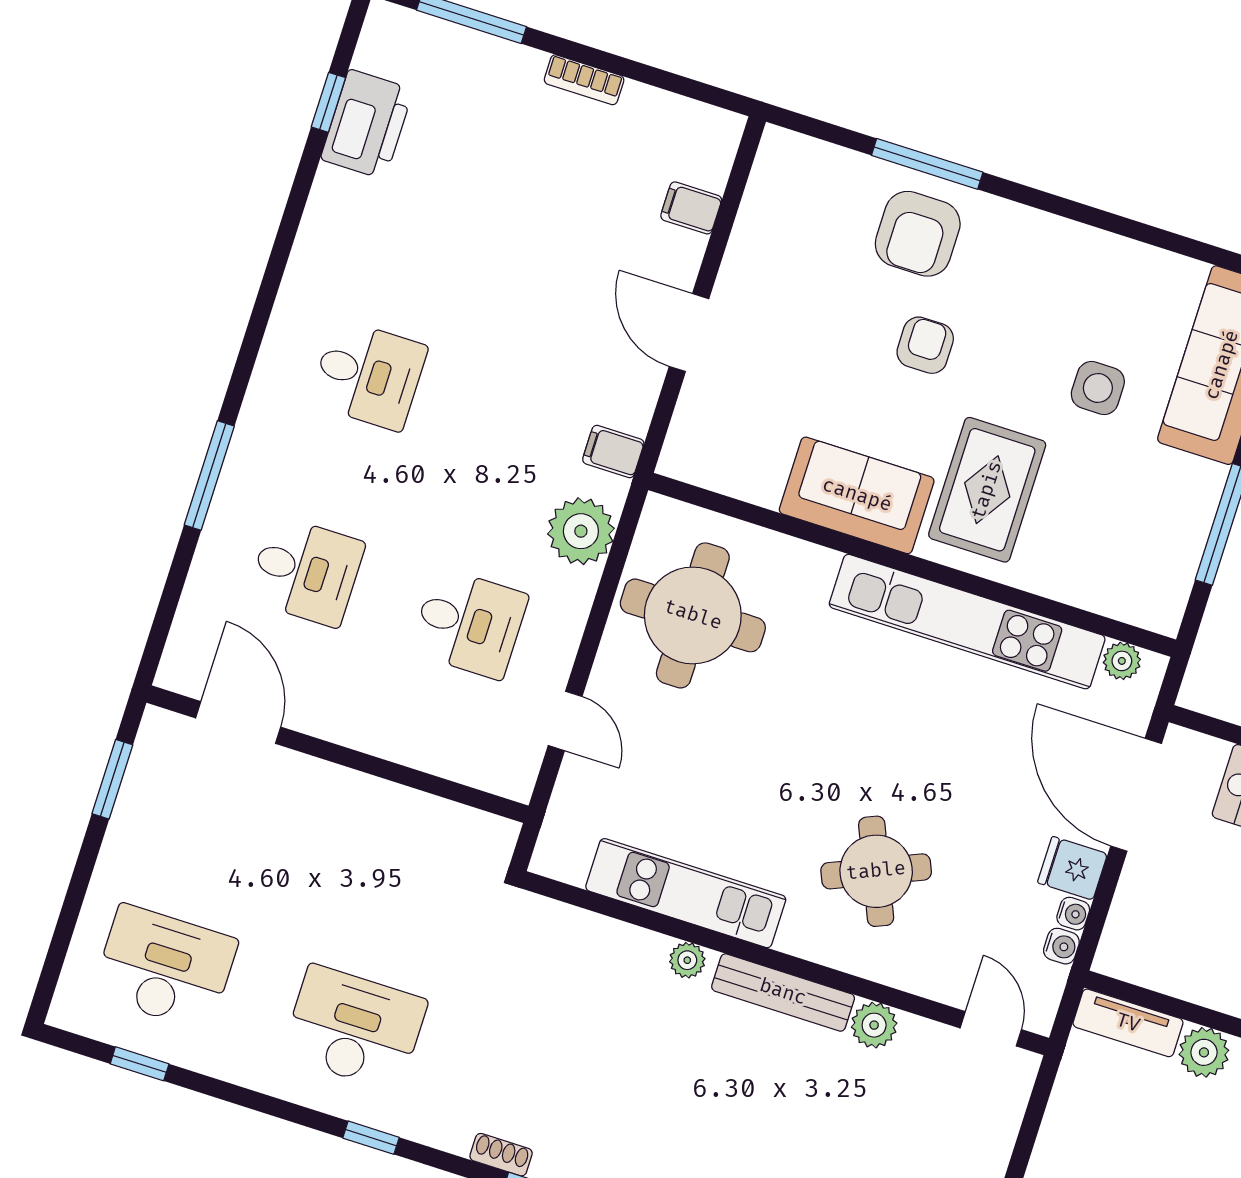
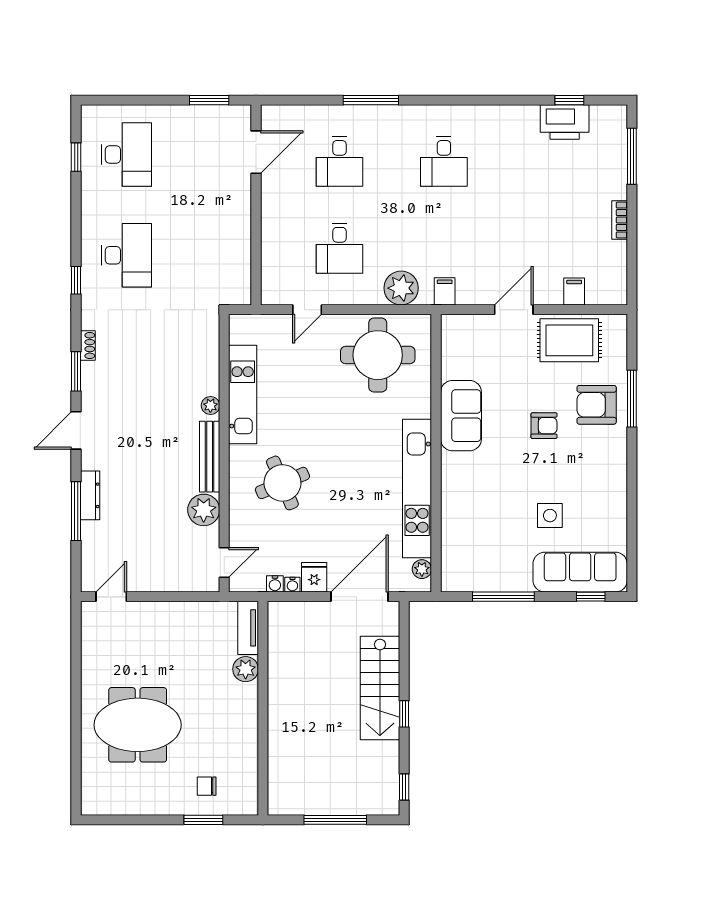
rug: (987, 490) -> (569, 340), moved
plant: (874, 1025) -> (204, 510), width x1.36, depth x1.36

